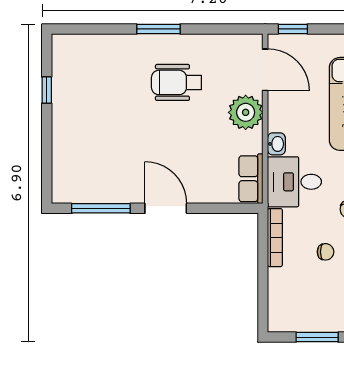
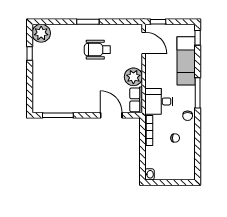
plant: (69, 51) -> (41, 33), added
plant: (246, 112) -> (133, 77), moved
washbasin: (276, 144) -> (149, 174), moved
door: (166, 208) -> (111, 115), moved
window: (317, 337) -> (171, 182), removed

